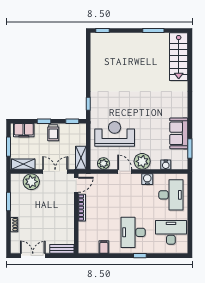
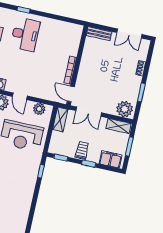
plant: (31, 182) -> (125, 109), moved
door: (76, 185) -> (71, 94), hinge flipped
filing cabinet: (104, 247) -> (57, 26), removed

